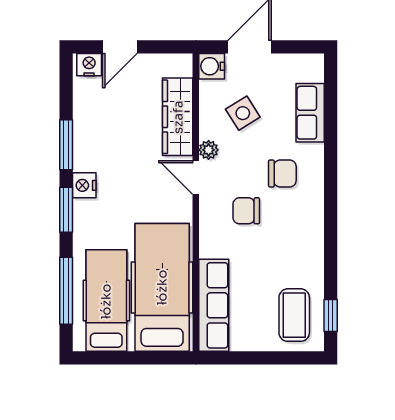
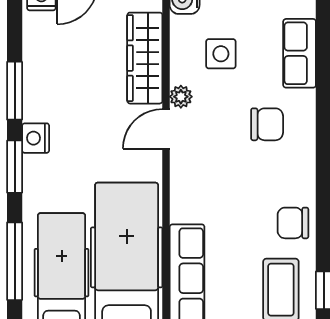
side table: (243, 113) -> (221, 54), turned 32
door: (196, 177) -> (166, 129), hinge flipped
chair: (246, 211) -> (293, 223), moved

